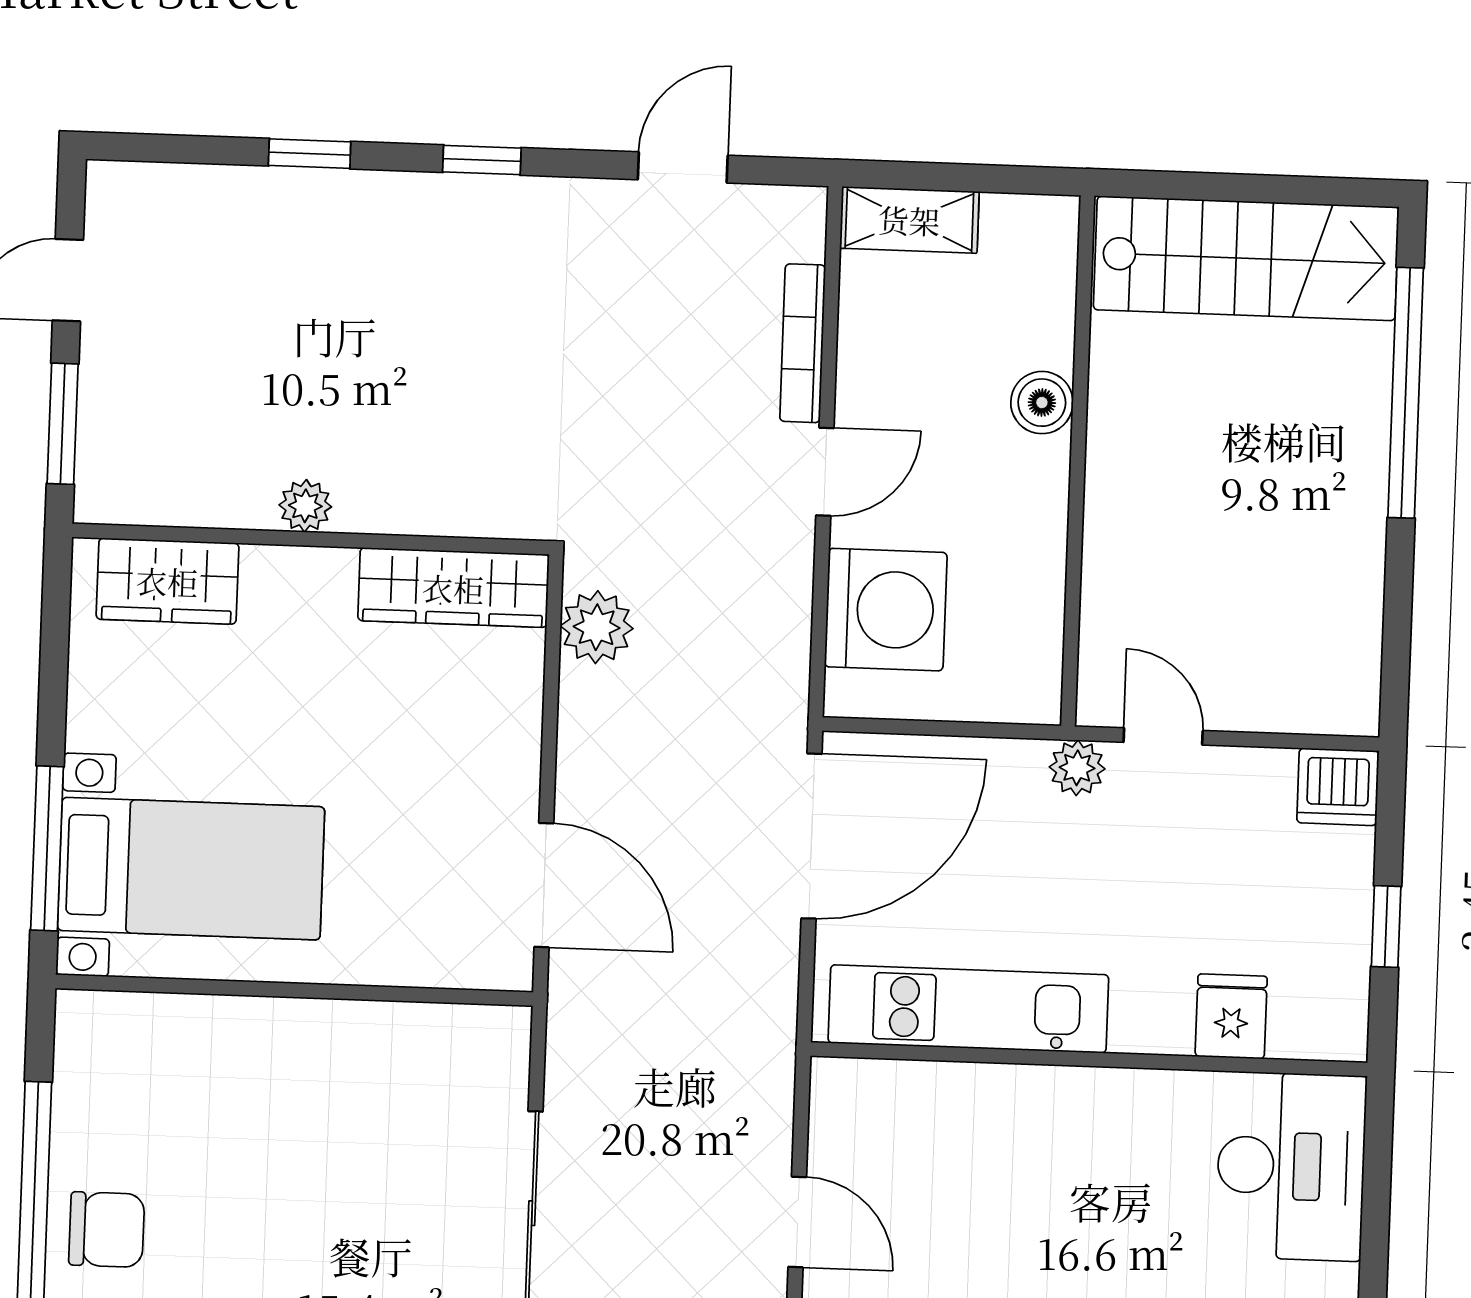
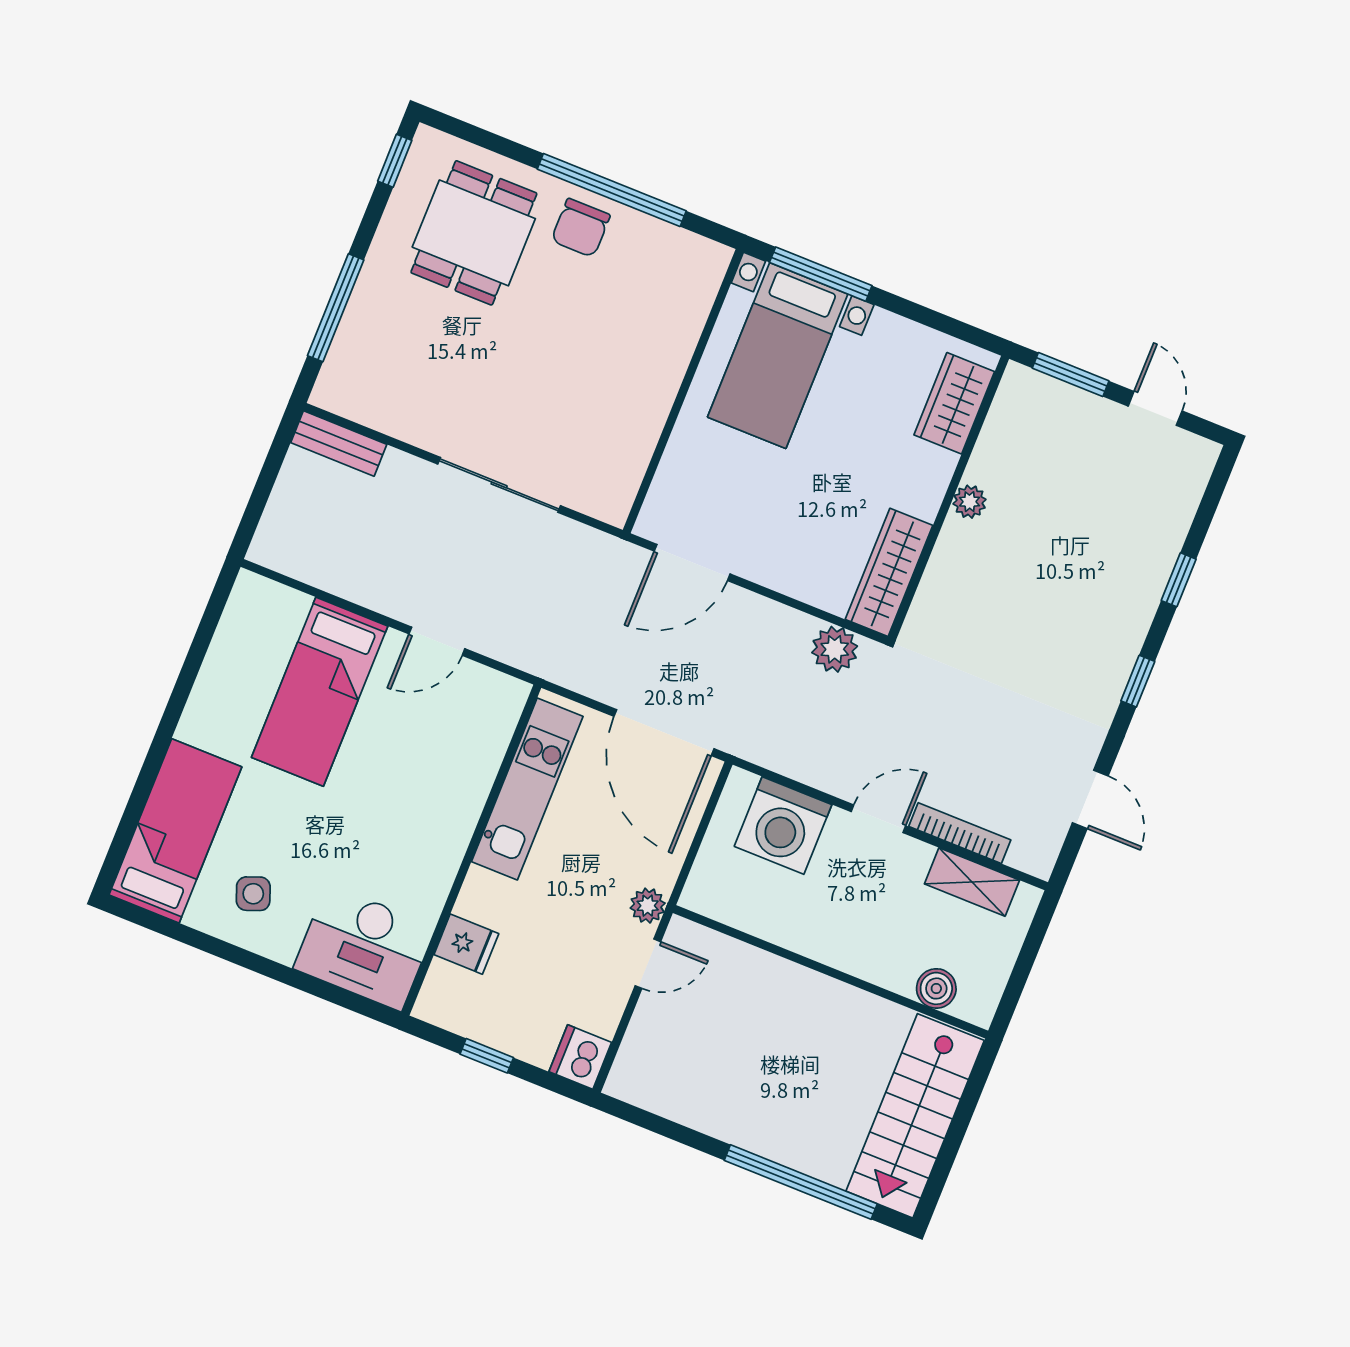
shelving: (909, 220) -> (972, 882), moved, turned 90
boiler: (1042, 403) -> (936, 988), moved
door: (825, 472) -> (878, 819), swing flipped

